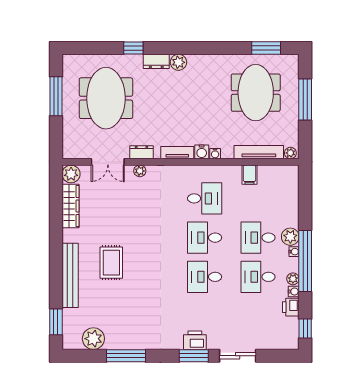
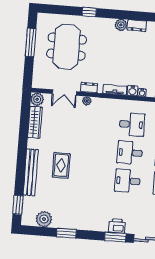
dresser: (156, 61) -> (137, 26), moved
window: (126, 356) -> (66, 233), width x0.69

